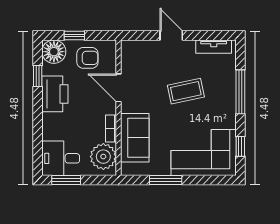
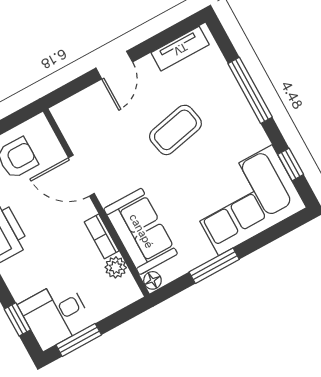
door: (171, 35) -> (114, 65), swing flipped
window: (38, 149) -> (17, 319), added
plant: (103, 157) -> (116, 267), width x0.53, depth x0.53
floor lamp: (126, 169) -> (152, 280), added

